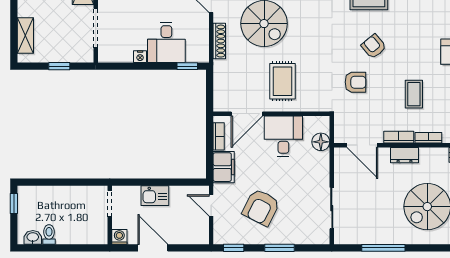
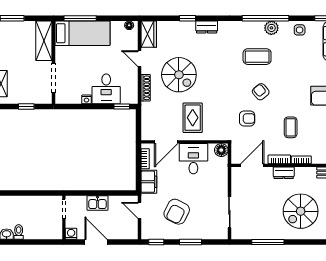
floor lamp: (321, 142) -> (221, 150), moved
door: (362, 145) -> (252, 165), swing flipped

